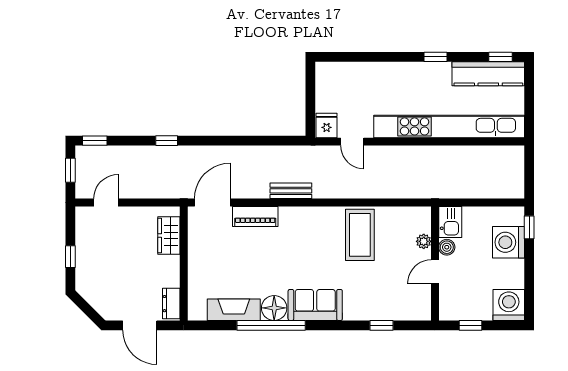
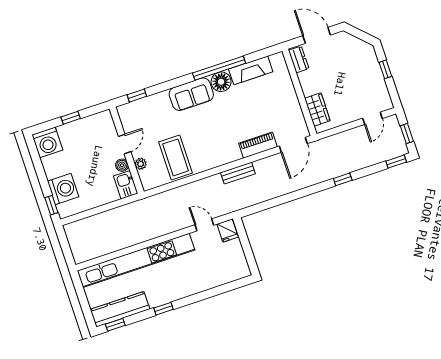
kitchen sink: (450, 222) -> (126, 185), moved
plant: (424, 241) -> (141, 164), moved
boiler: (447, 247) -> (122, 165), moved
wall: (435, 263) -> (127, 150), moved
door: (435, 272) -> (125, 144), moved

